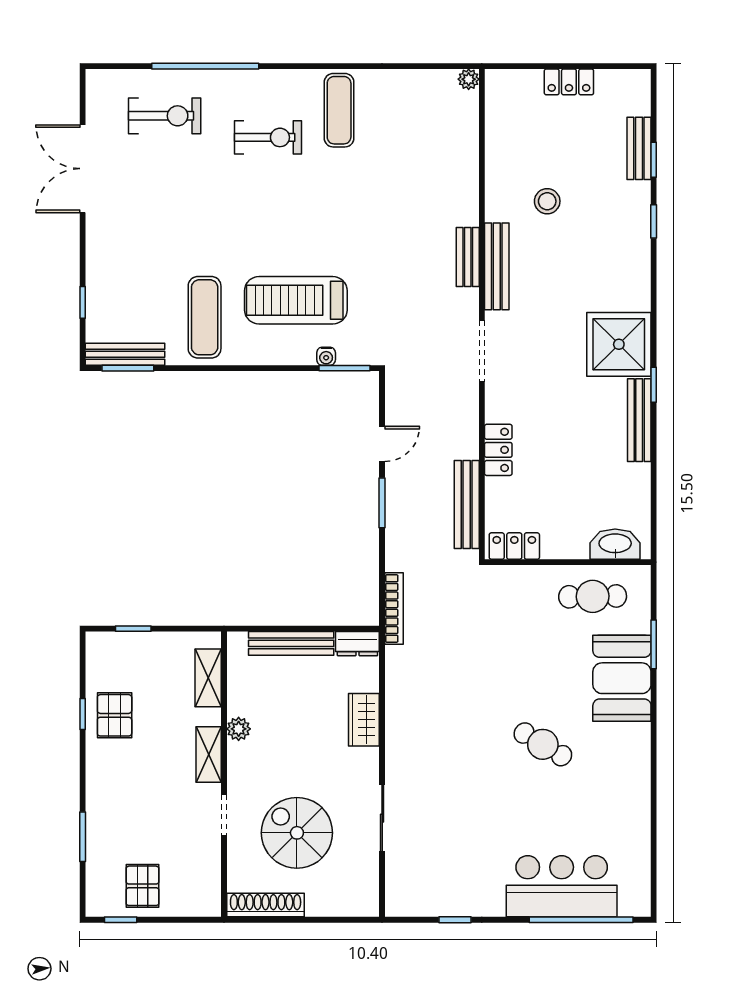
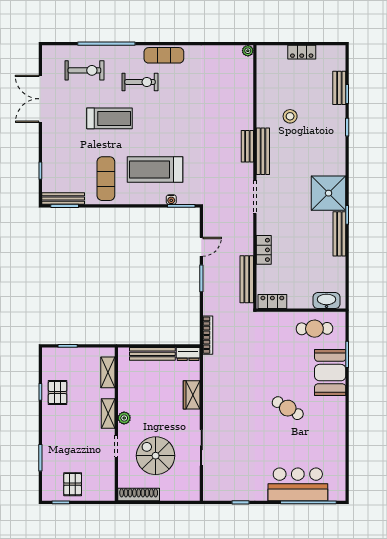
exercise mat: (339, 110) -> (164, 55), moved, turned 90
treadmill: (211, 205) -> (109, 118), added
plant: (239, 729) -> (124, 418), moved

